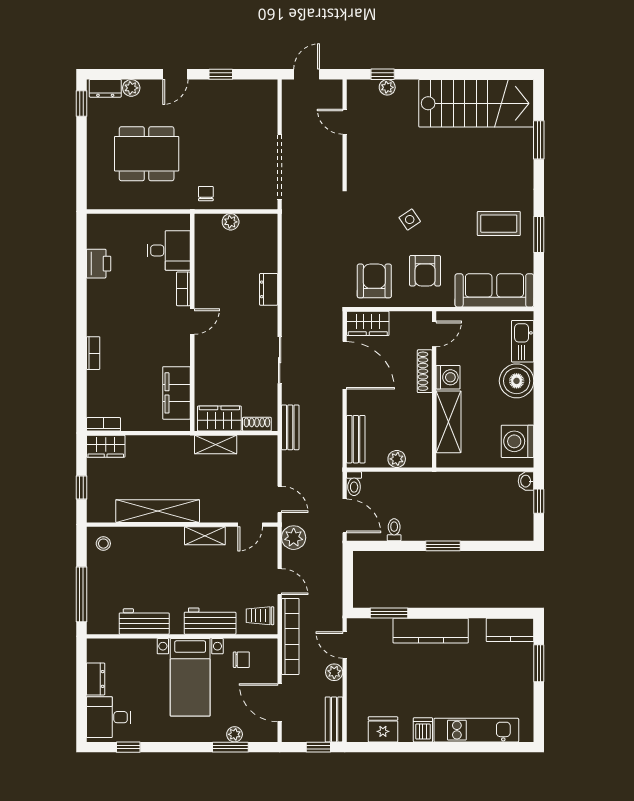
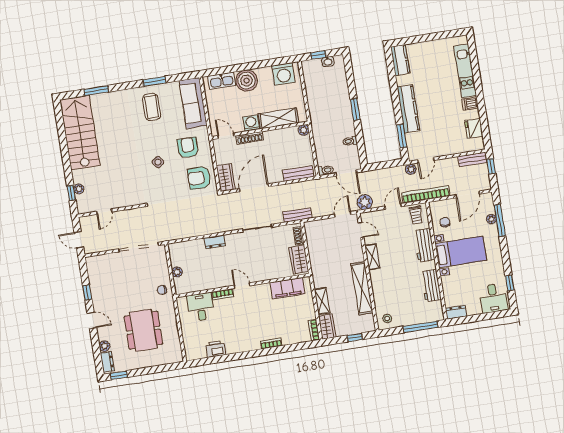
armchair: (425, 271) -> (188, 148), turned -90
shelving: (216, 445) -> (322, 301), moved
plant: (397, 459) -> (304, 130), moved
washbasin: (526, 481) -> (328, 61), moved
door: (345, 516) -> (346, 173), swing flipped
window: (539, 663) -> (418, 39), removed
plant: (334, 672) -> (411, 169), moved
dresser: (96, 679) -> (456, 312), moved
window: (230, 747) -> (500, 220), width x1.44

